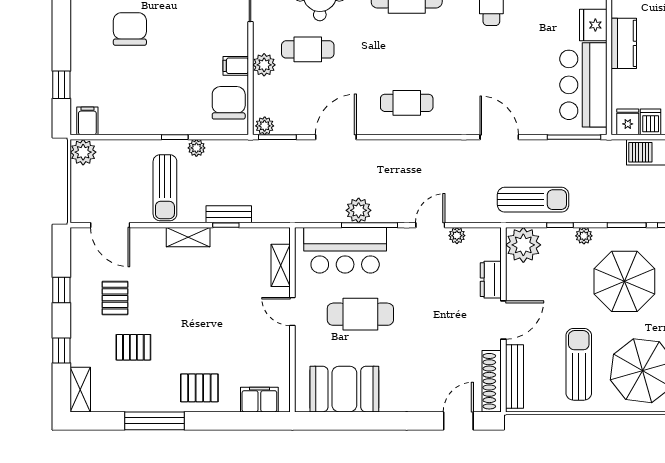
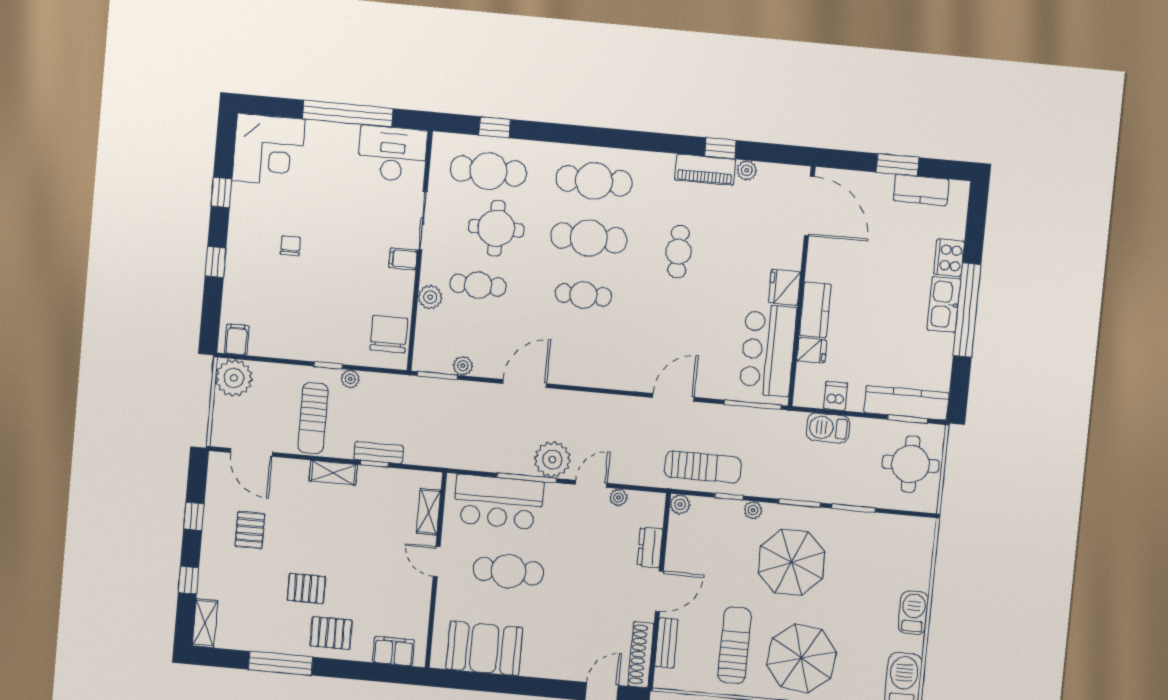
chair: (130, 29) -> (290, 246), width x0.54, depth x0.54
filing cabinet: (236, 66) -> (403, 259), moved
window: (61, 85) -> (215, 262), moved
cafe table: (407, 103) -> (583, 295), moved
fridge: (628, 122) -> (812, 350), moved, turned 90
plant: (265, 126) -> (463, 366), moved
door: (336, 137) -> (525, 384), moved
door: (499, 137) -> (673, 397), hinge flipped
plant: (83, 152) -> (234, 378), width x1.36, depth x1.36
plant: (359, 210) -> (552, 460), moved, width x1.36, depth x1.36
plant: (523, 245) -> (680, 504), width x0.53, depth x0.53
pallet: (133, 347) -> (306, 588), moved
bench: (515, 376) -> (666, 643), width x0.73

